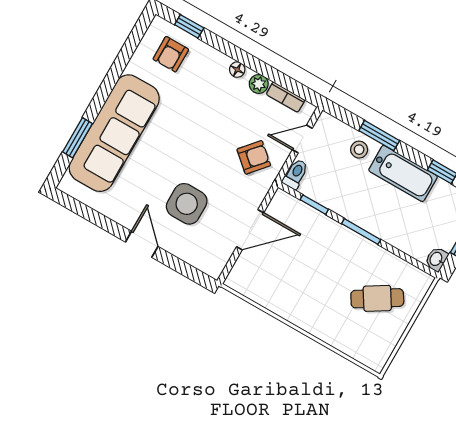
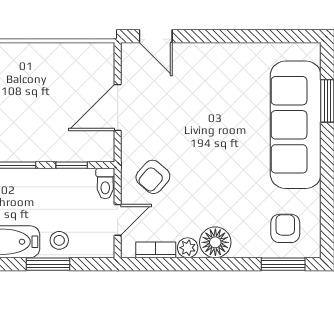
window: (189, 26) -> (283, 264), width x1.50
floor lamp: (237, 70) -> (215, 242), width x1.89, depth x1.89
side table: (187, 204) -> (190, 98), removed
door: (142, 244) -> (156, 36), moved

